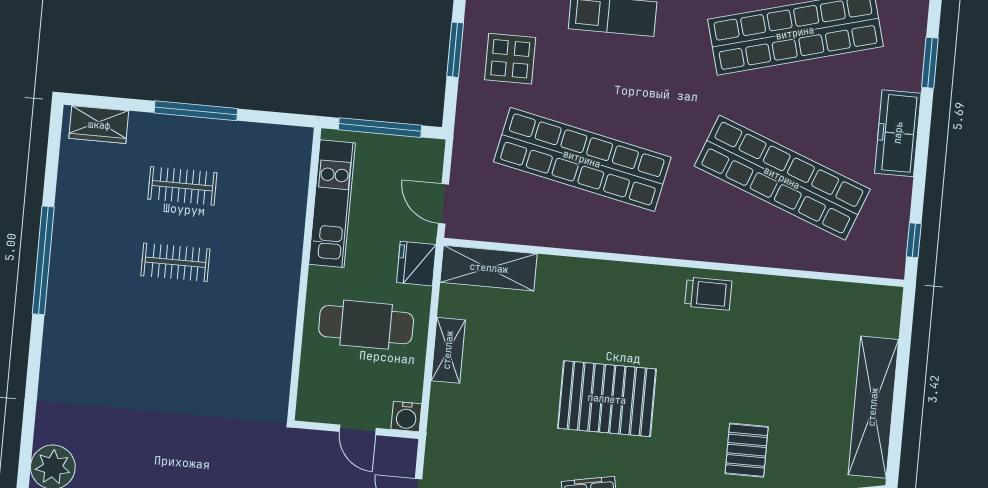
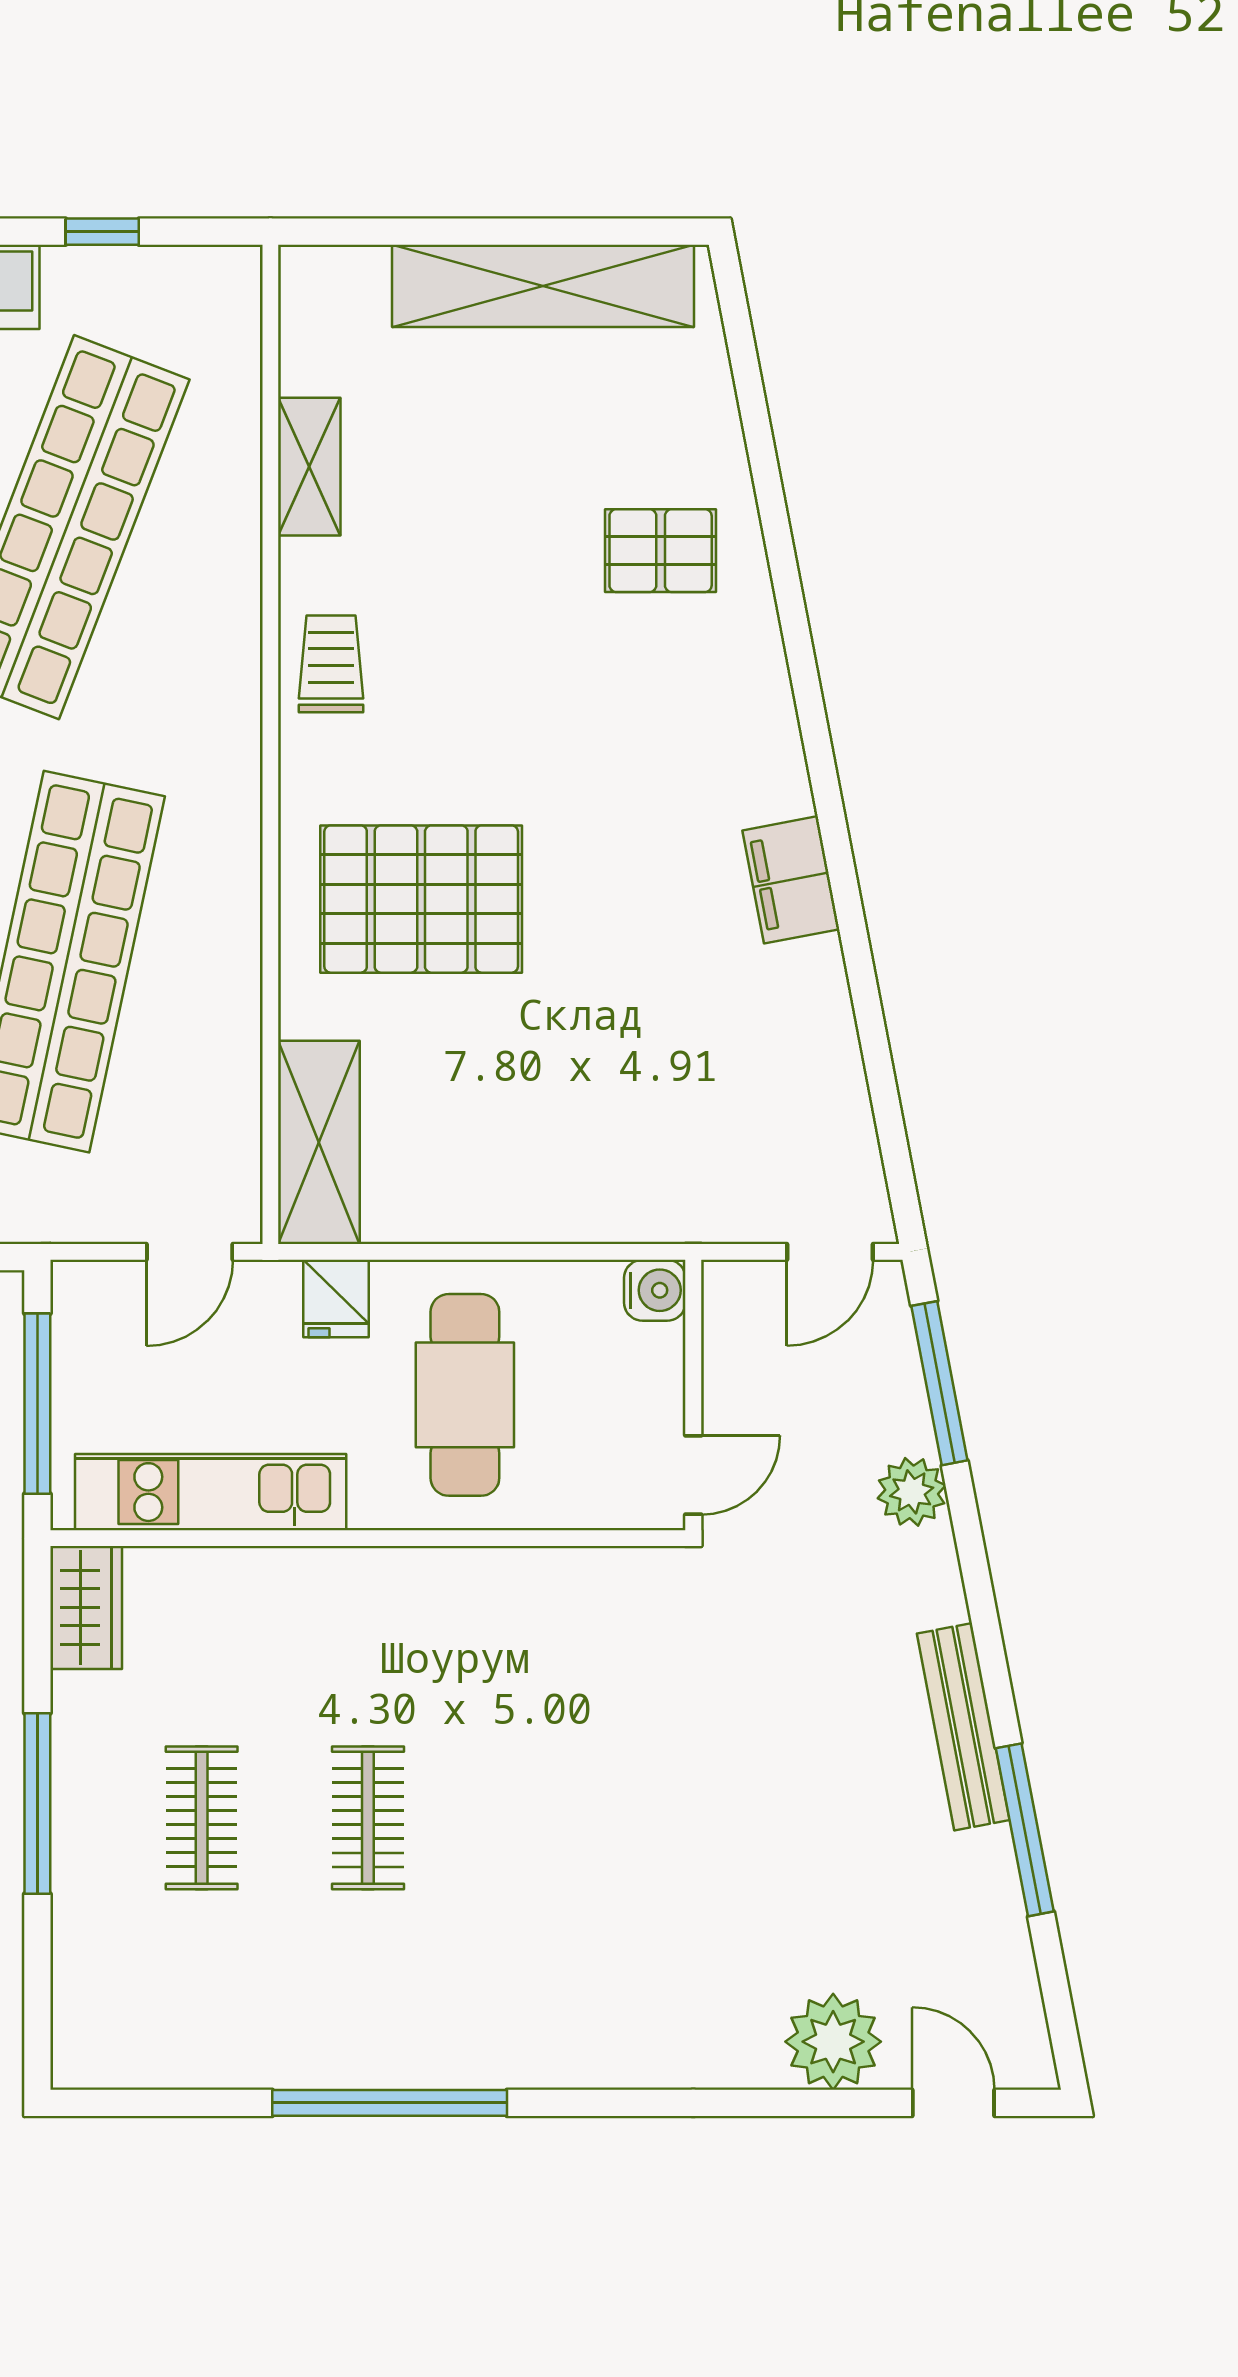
wardrobe: (99, 125) -> (86, 1607), moved
window: (914, 240) -> (102, 232), moved
fridge: (416, 264) -> (336, 1298), width x0.72
shelving: (448, 350) -> (309, 467), moved, turned 90
pallet: (607, 399) -> (421, 899), moved, turned 90
door: (358, 430) -> (693, 1475), moved

